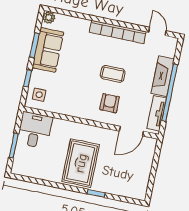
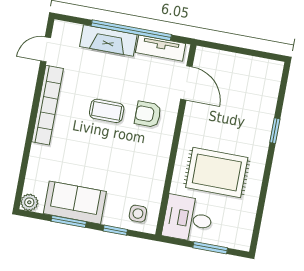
coffee table: (113, 74) -> (107, 111), turned 90
rug: (81, 163) -> (217, 172), moved

